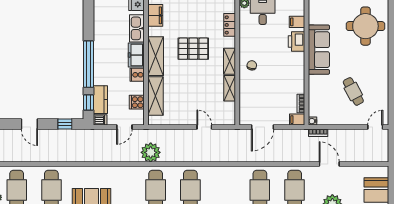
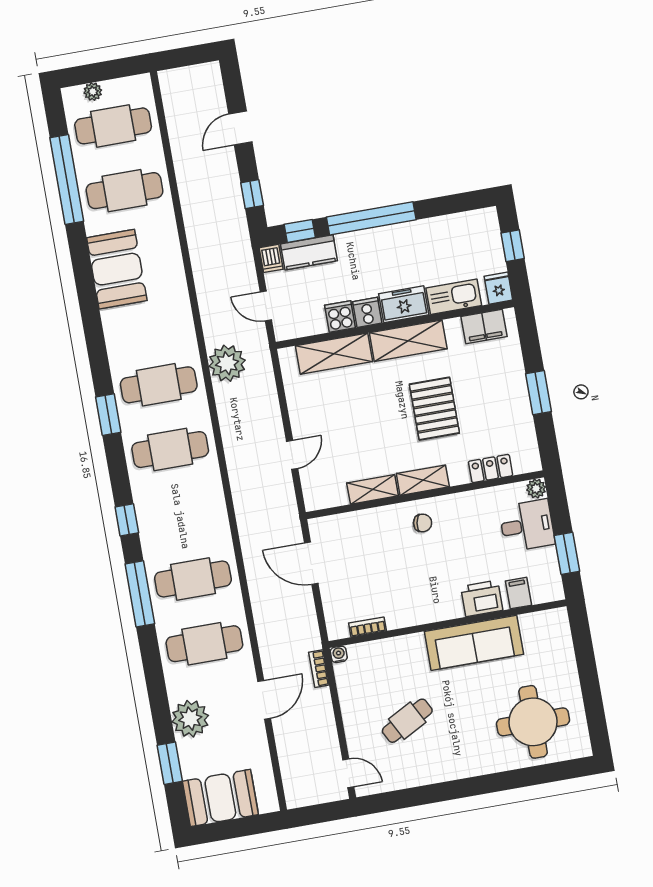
cooker: (137, 102) -> (340, 317), moved
filing cabinet: (297, 120) -> (336, 625), removed

